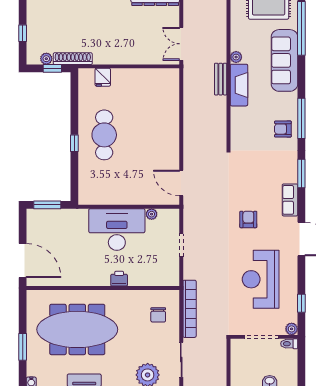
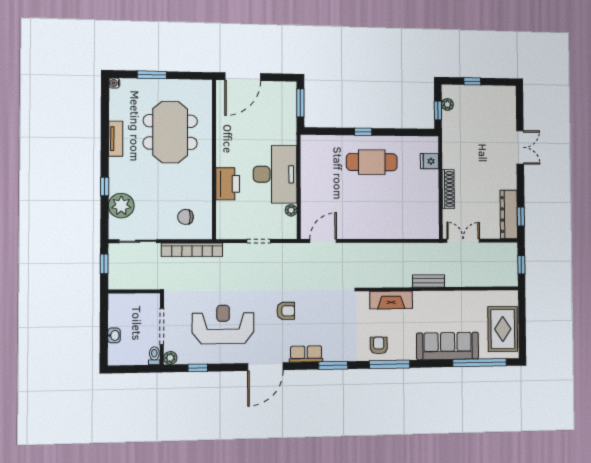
plant: (236, 57) -> (451, 297), removed
shoe rack: (73, 59) -> (448, 189), moved
fireplace: (239, 85) -> (391, 300), moved
printer: (119, 279) -> (228, 184), width x1.87, depth x1.48
meeting table: (77, 329) -> (170, 132), width x0.73

